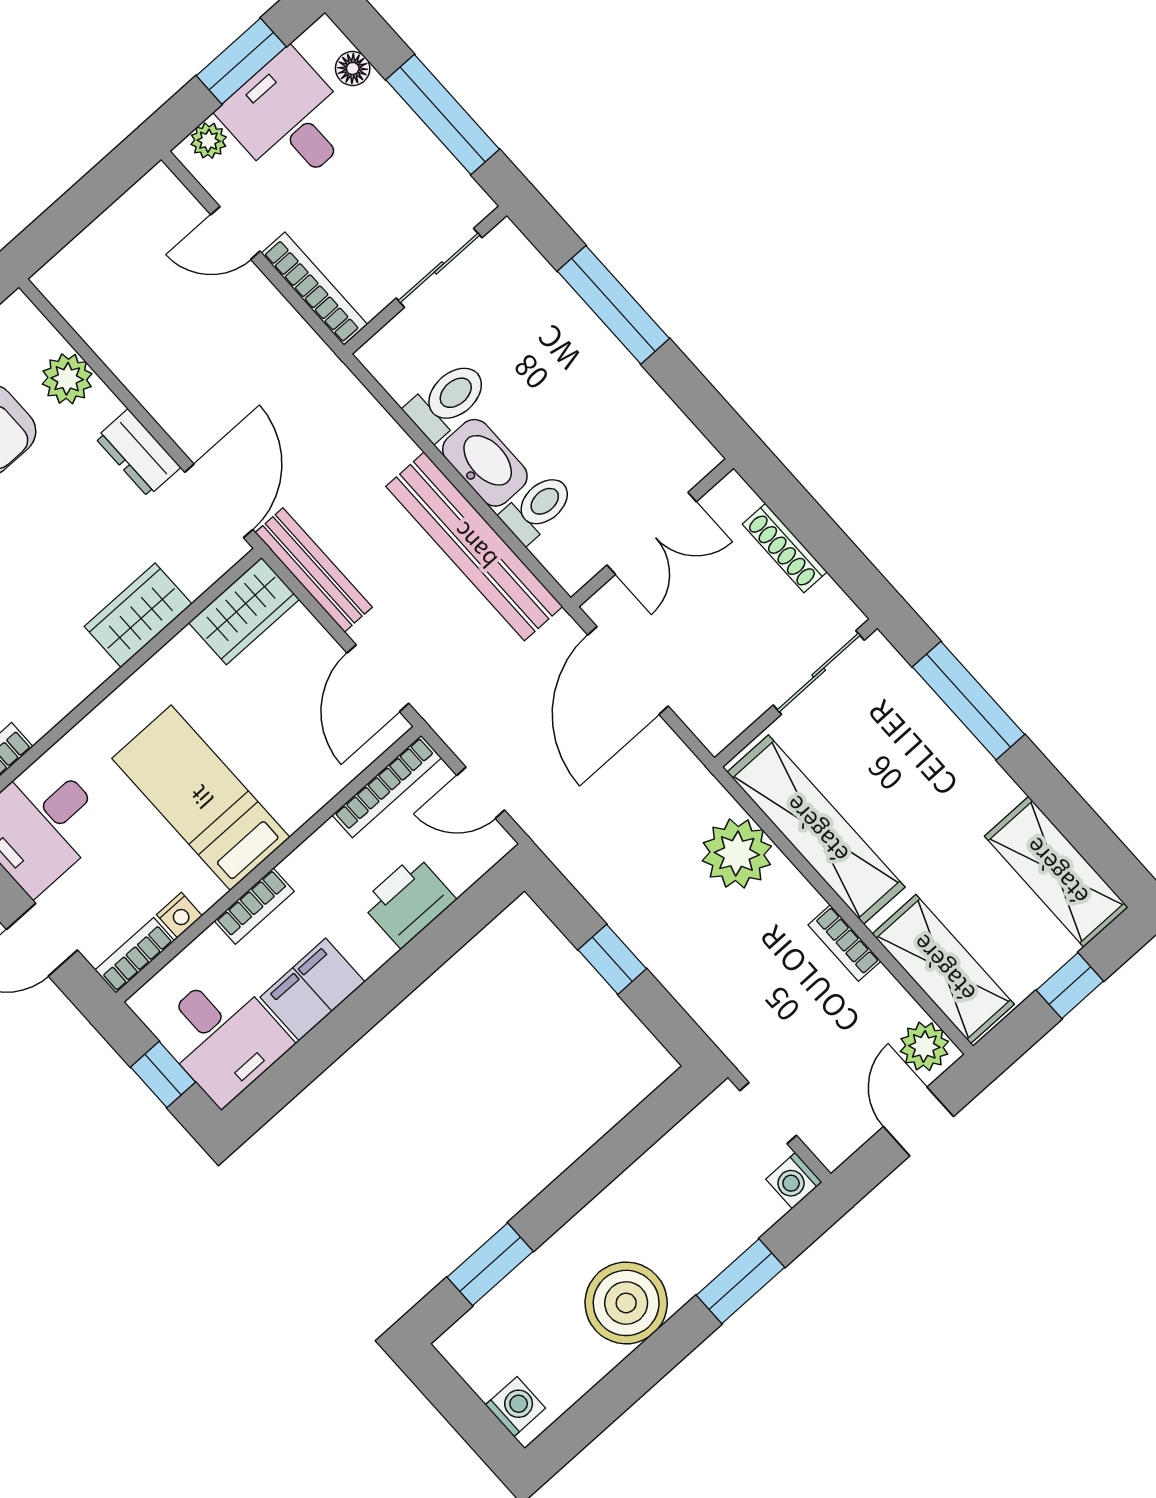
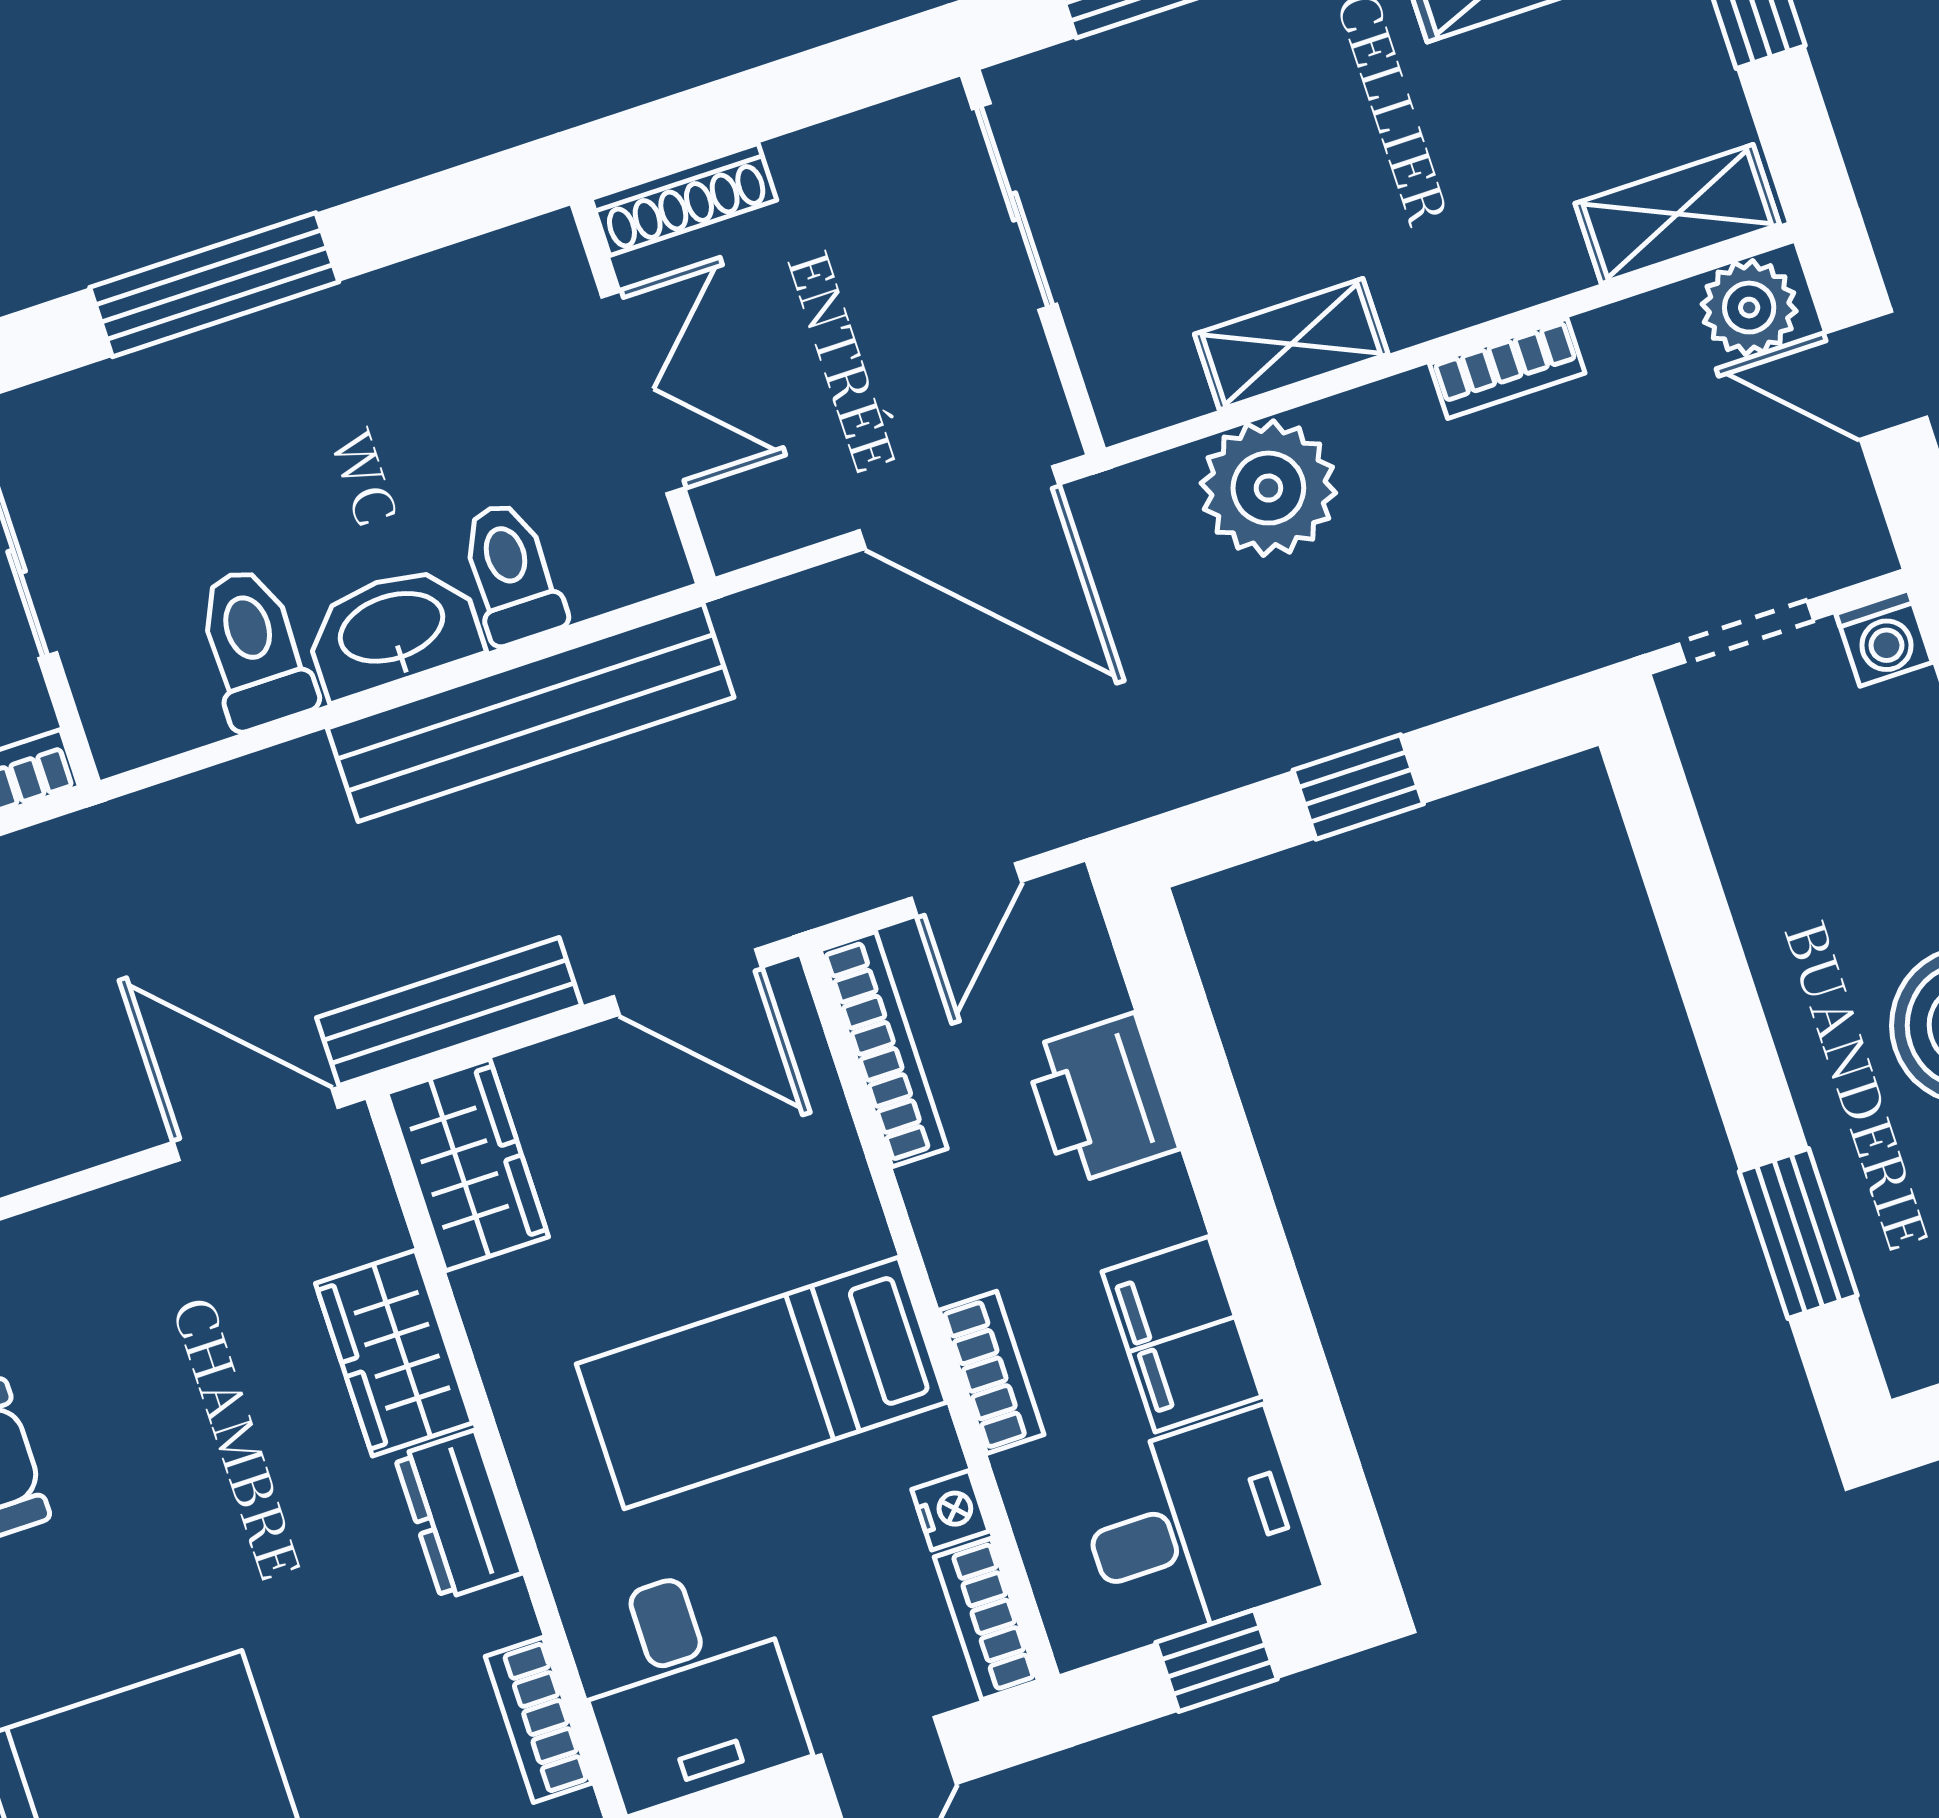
dresser: (138, 453) -> (458, 1515), moved, turned 90
shoe rack: (785, 548) -> (684, 199), moved
door: (628, 670) -> (959, 508), moved
shelving: (816, 830) -> (1291, 344), width x0.45, depth x0.75
shelving: (943, 969) -> (1677, 214), width x0.67, depth x0.75

